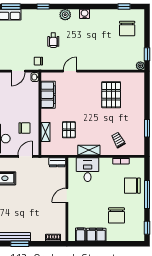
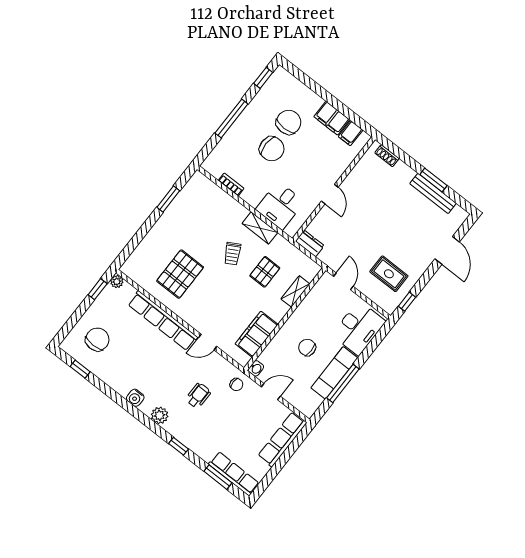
row of seats: (101, 64) -> (163, 321), added
chair: (24, 128) -> (307, 347), moved
trolley: (118, 140) -> (232, 254), moved
door: (25, 156) -> (343, 281), swing flipped
chair: (132, 186) -> (272, 149), moved
door: (67, 195) -> (330, 194), hinge flipped

